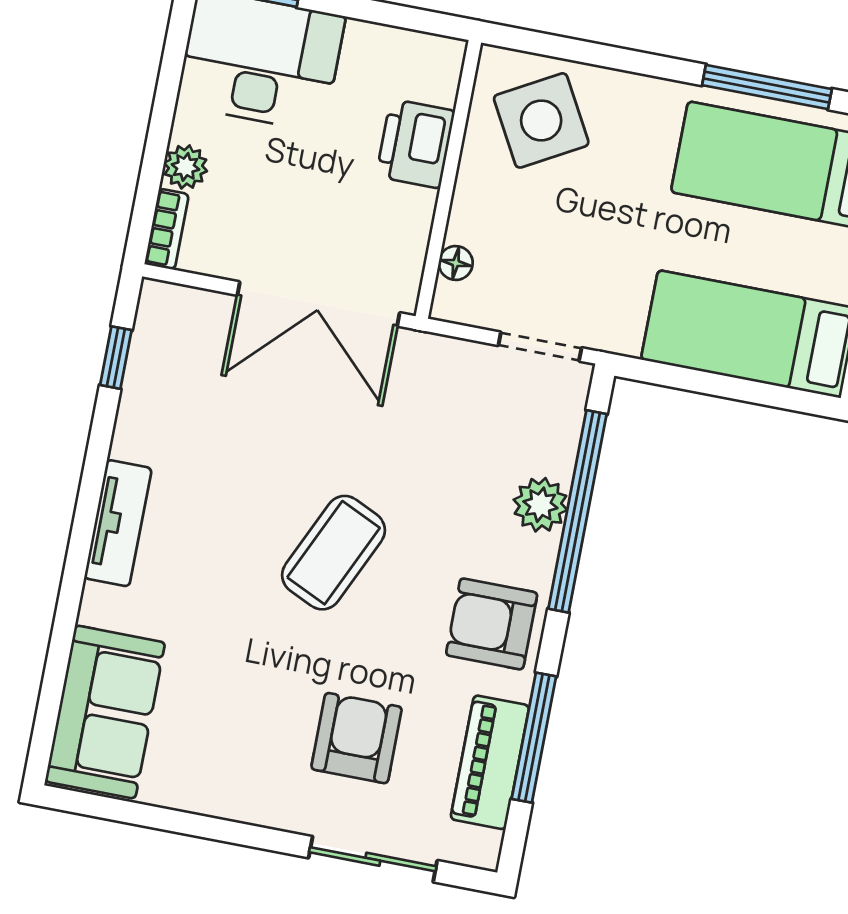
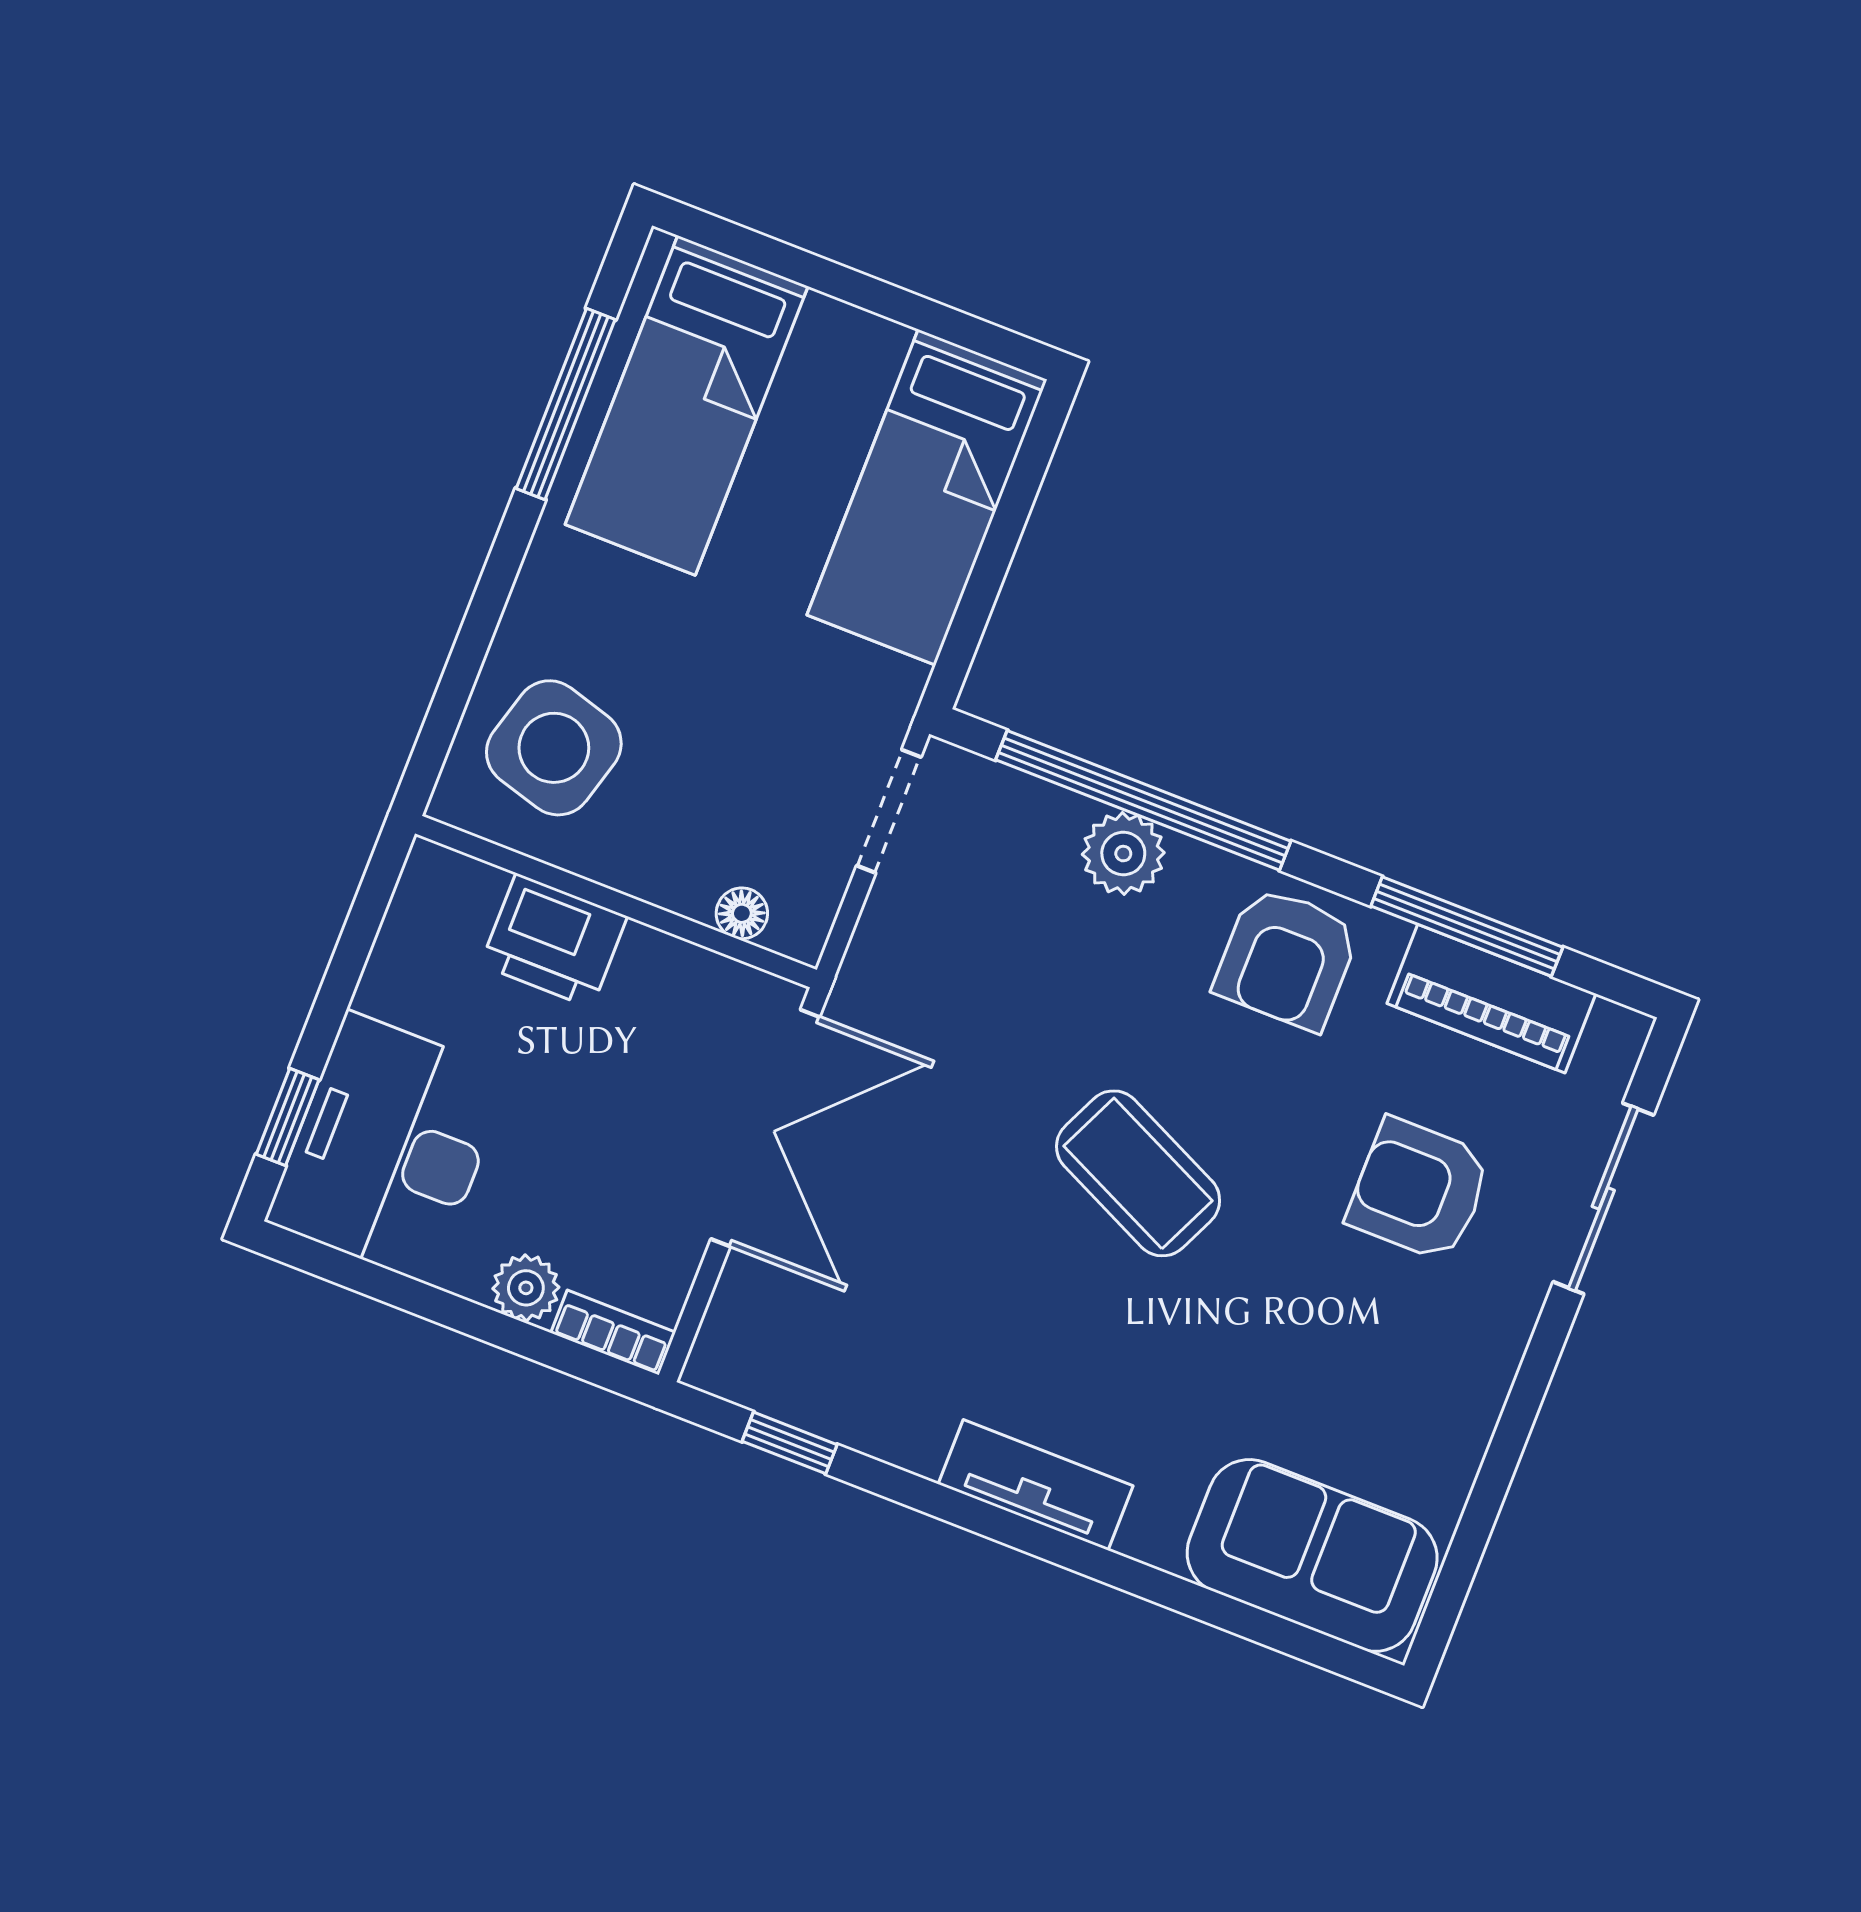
side table: (541, 120) -> (554, 748), turned 45

